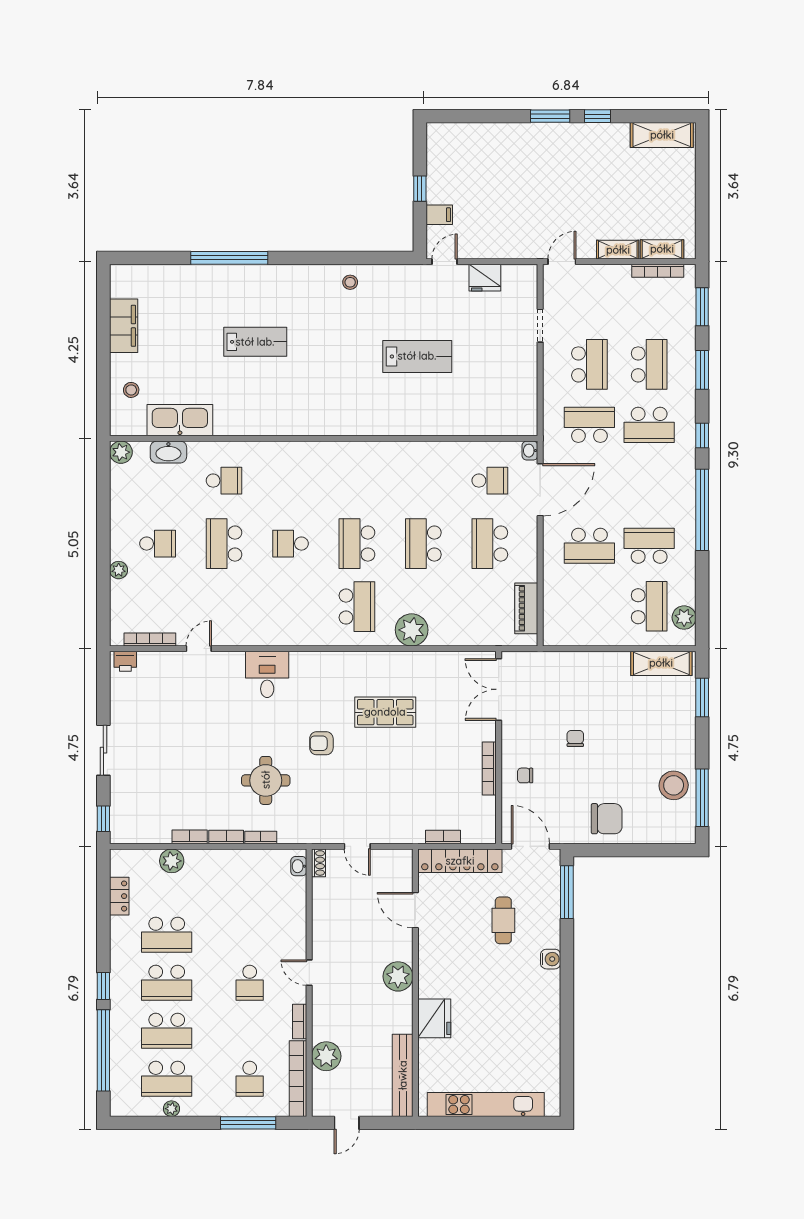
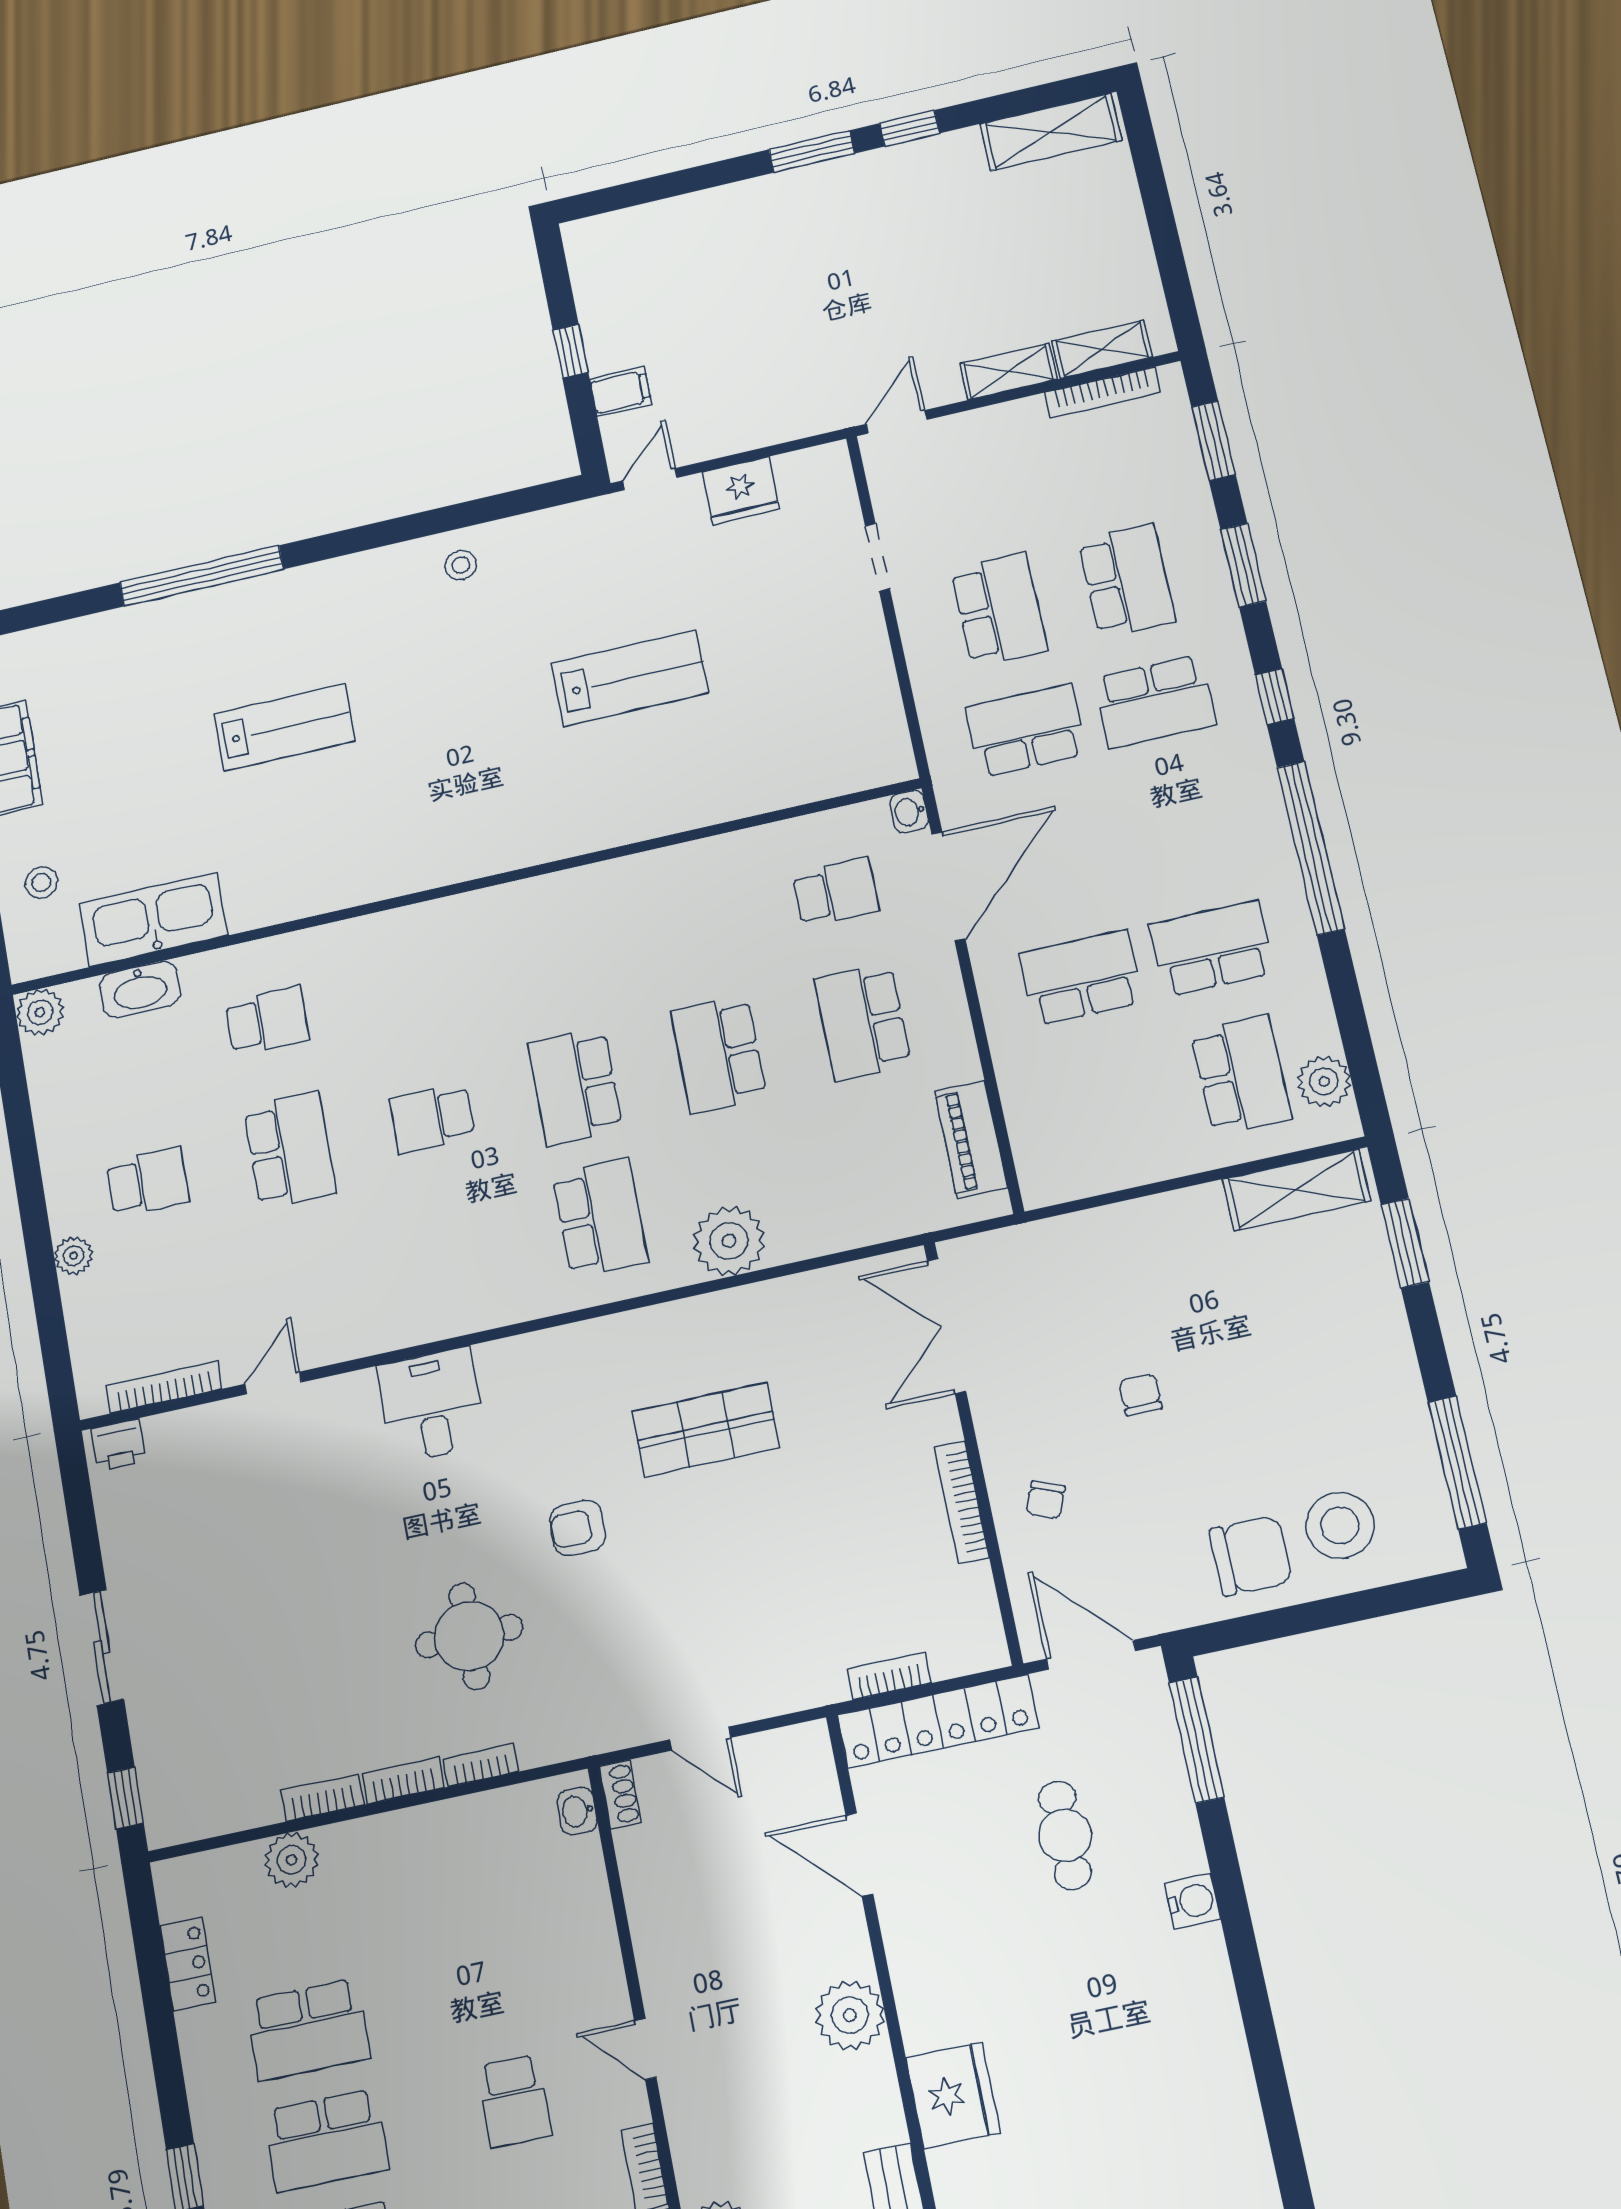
school desk: (224, 544) -> (290, 1150), turned 180
school desk: (589, 546) -> (1081, 978), turned 180
chair: (525, 775) -> (1046, 1500), turned -68
stool: (674, 785) -> (1340, 1525), moved

